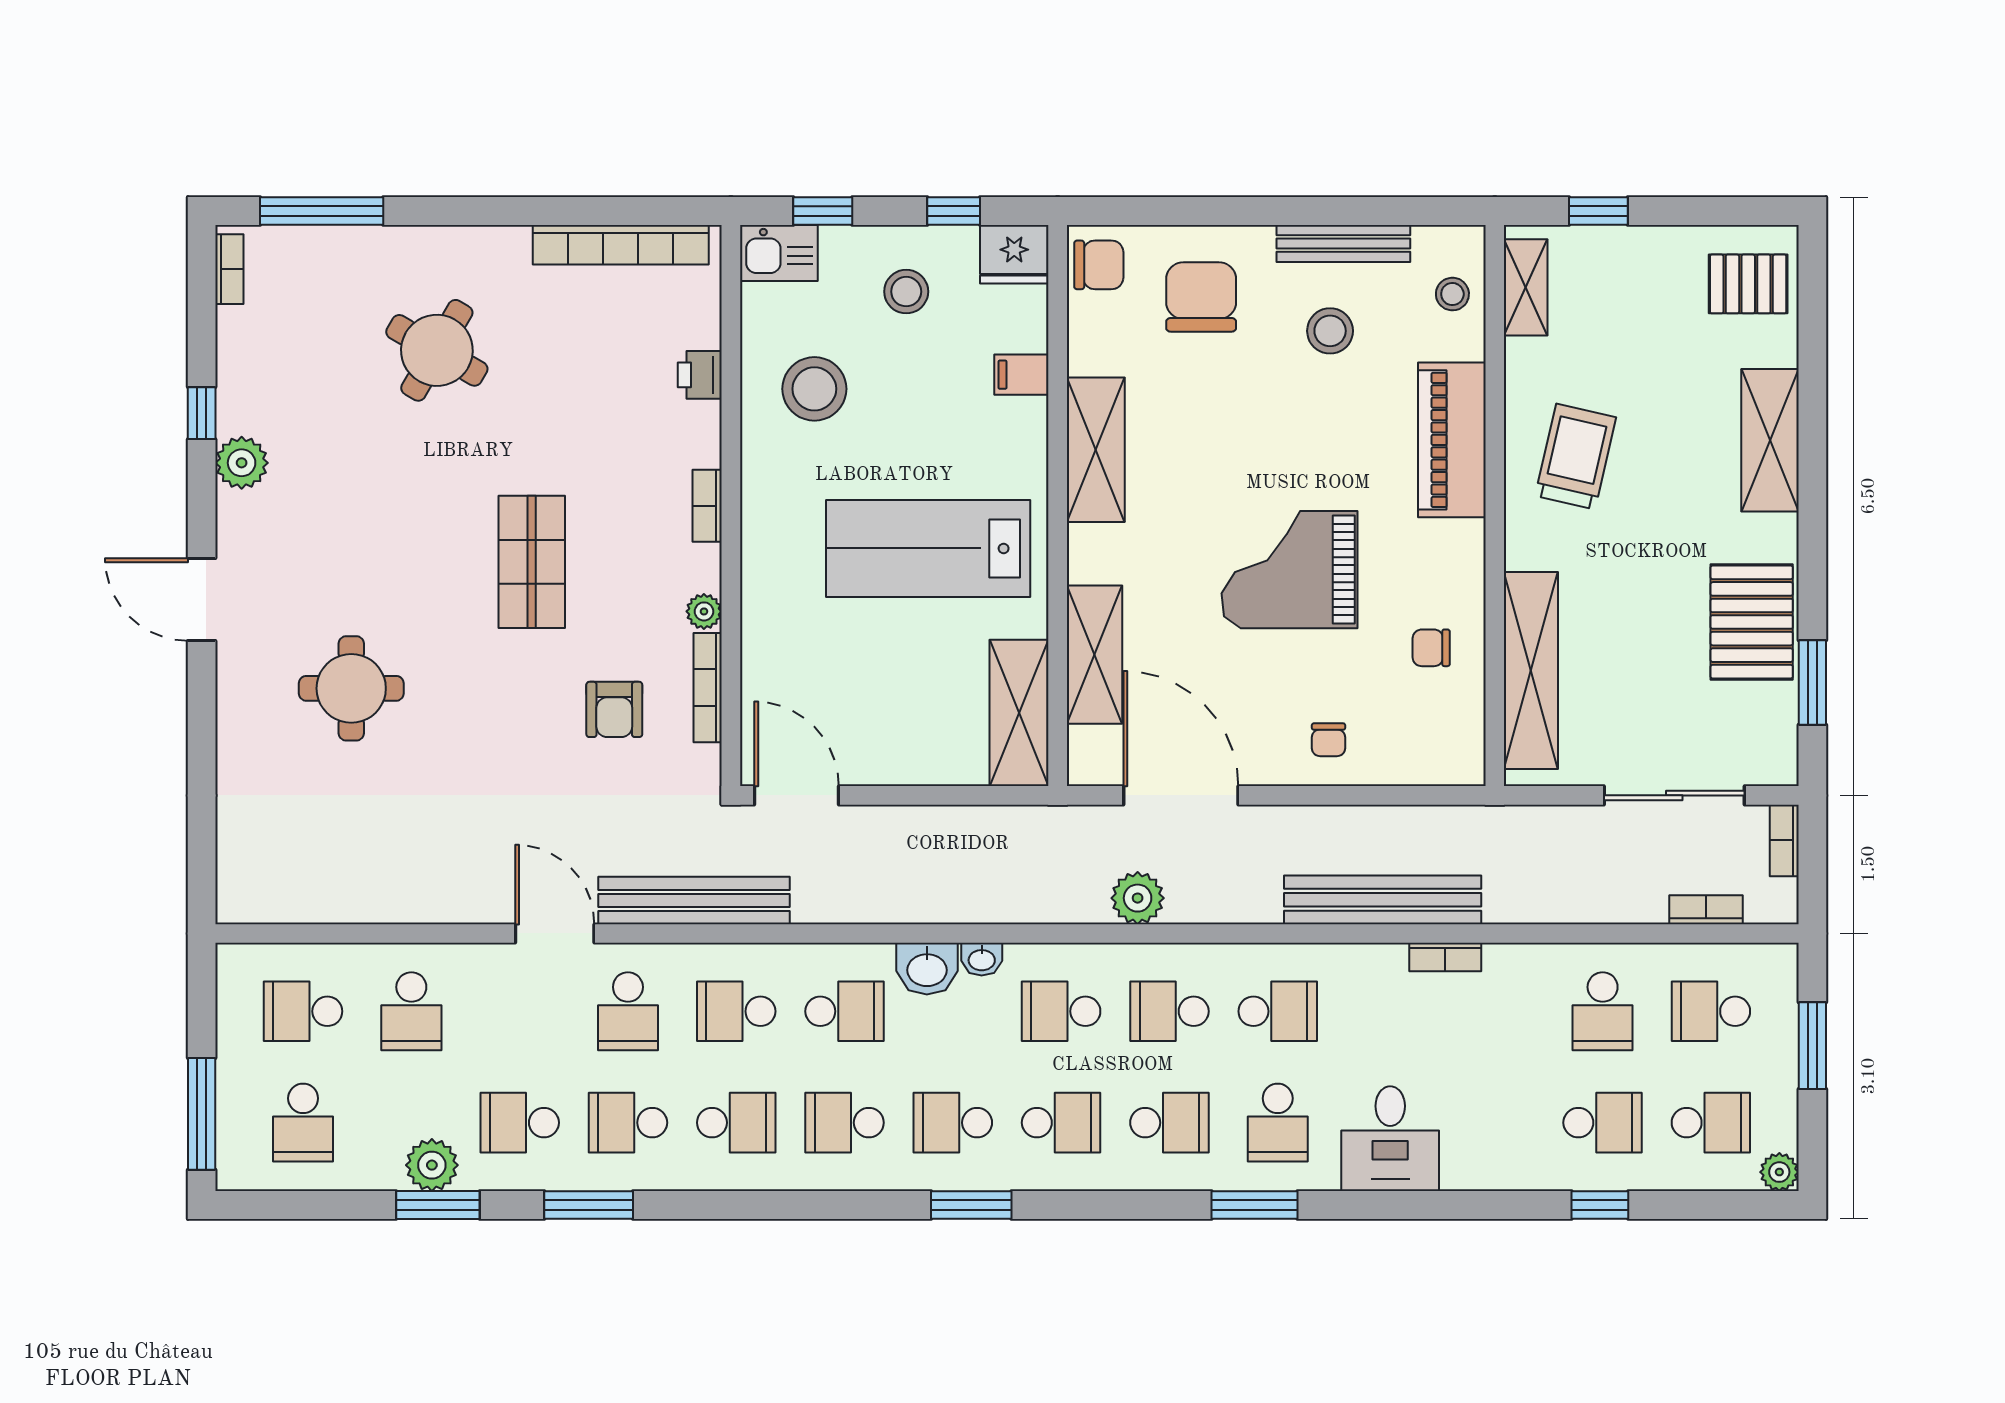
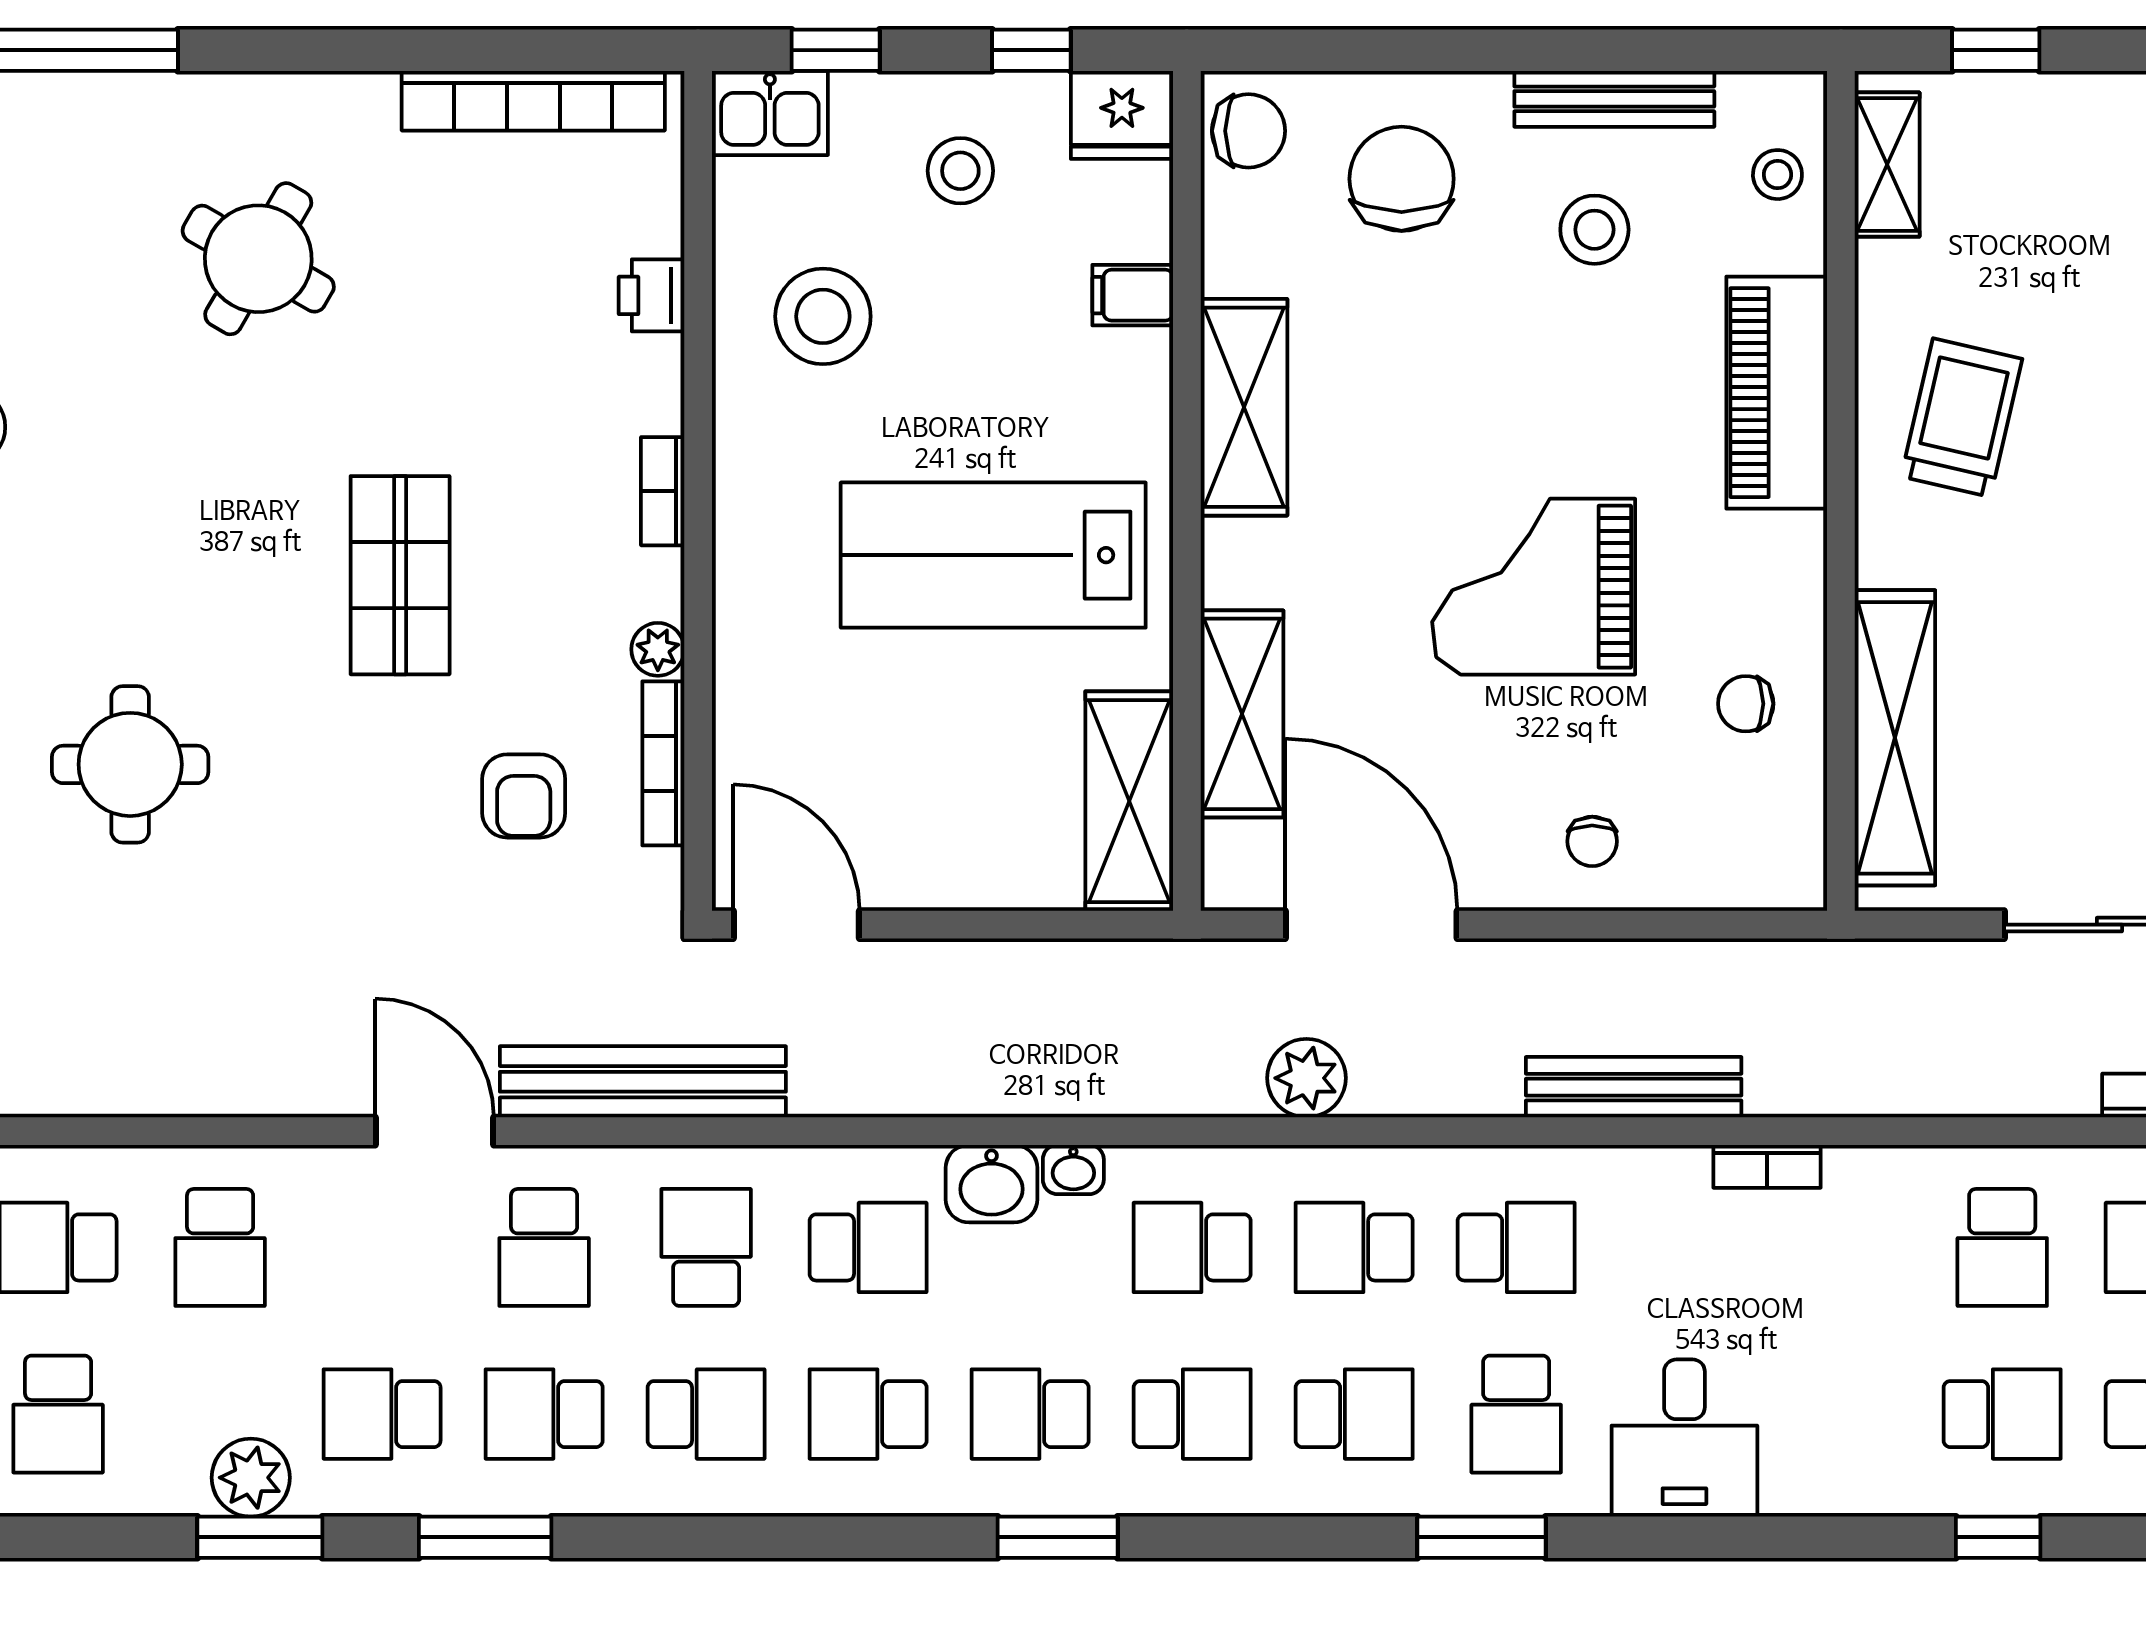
bench: (1383, 900) -> (1634, 1087), width x0.73, depth x0.82
school desk: (736, 1011) -> (706, 1247), turned 90

